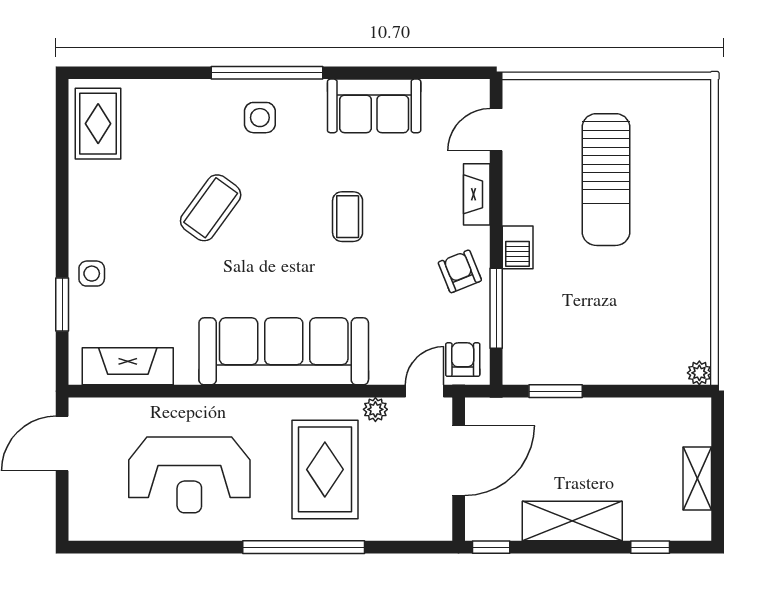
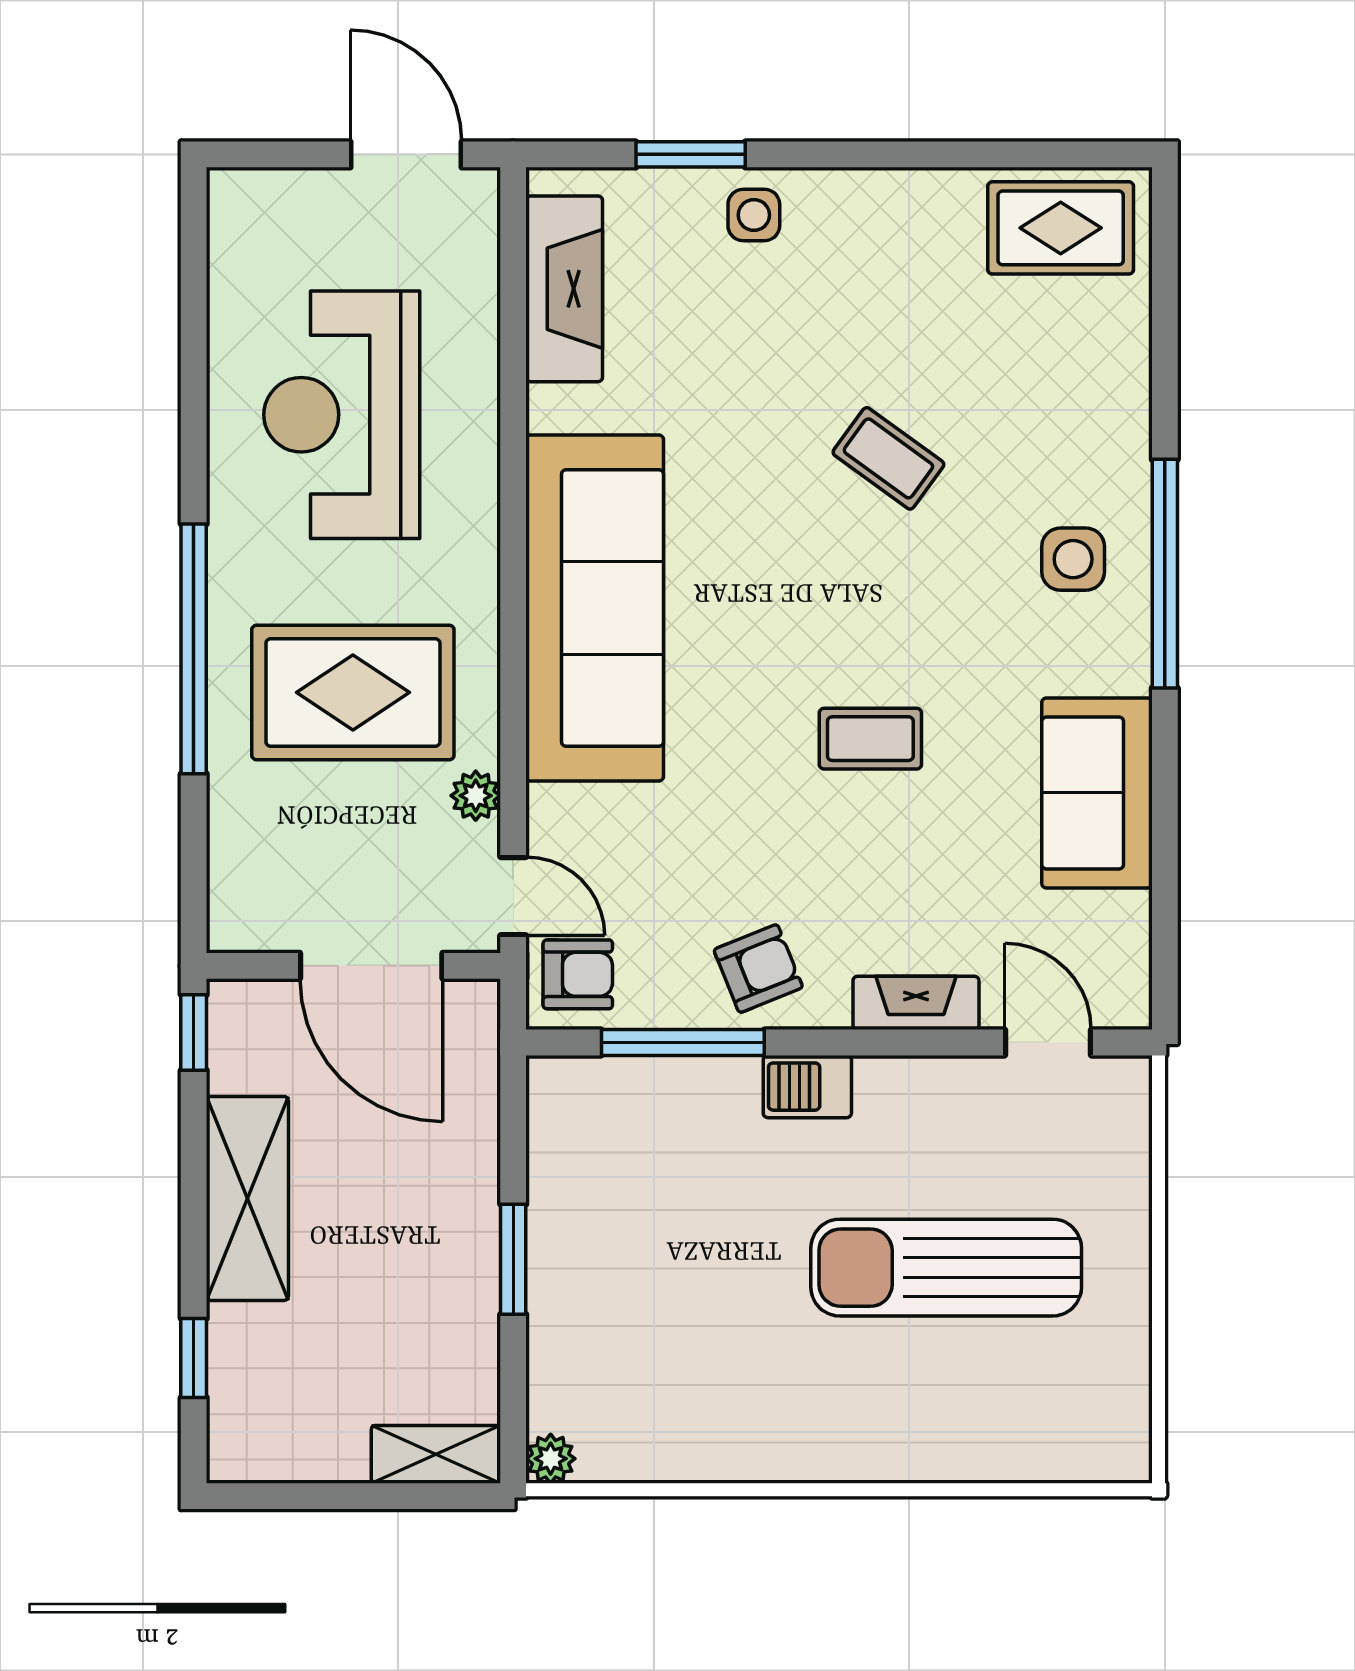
coffee table: (211, 208) -> (888, 458), width x0.73, depth x0.77
window: (556, 391) -> (513, 1259), moved
shelving: (697, 479) -> (436, 1454), moved

